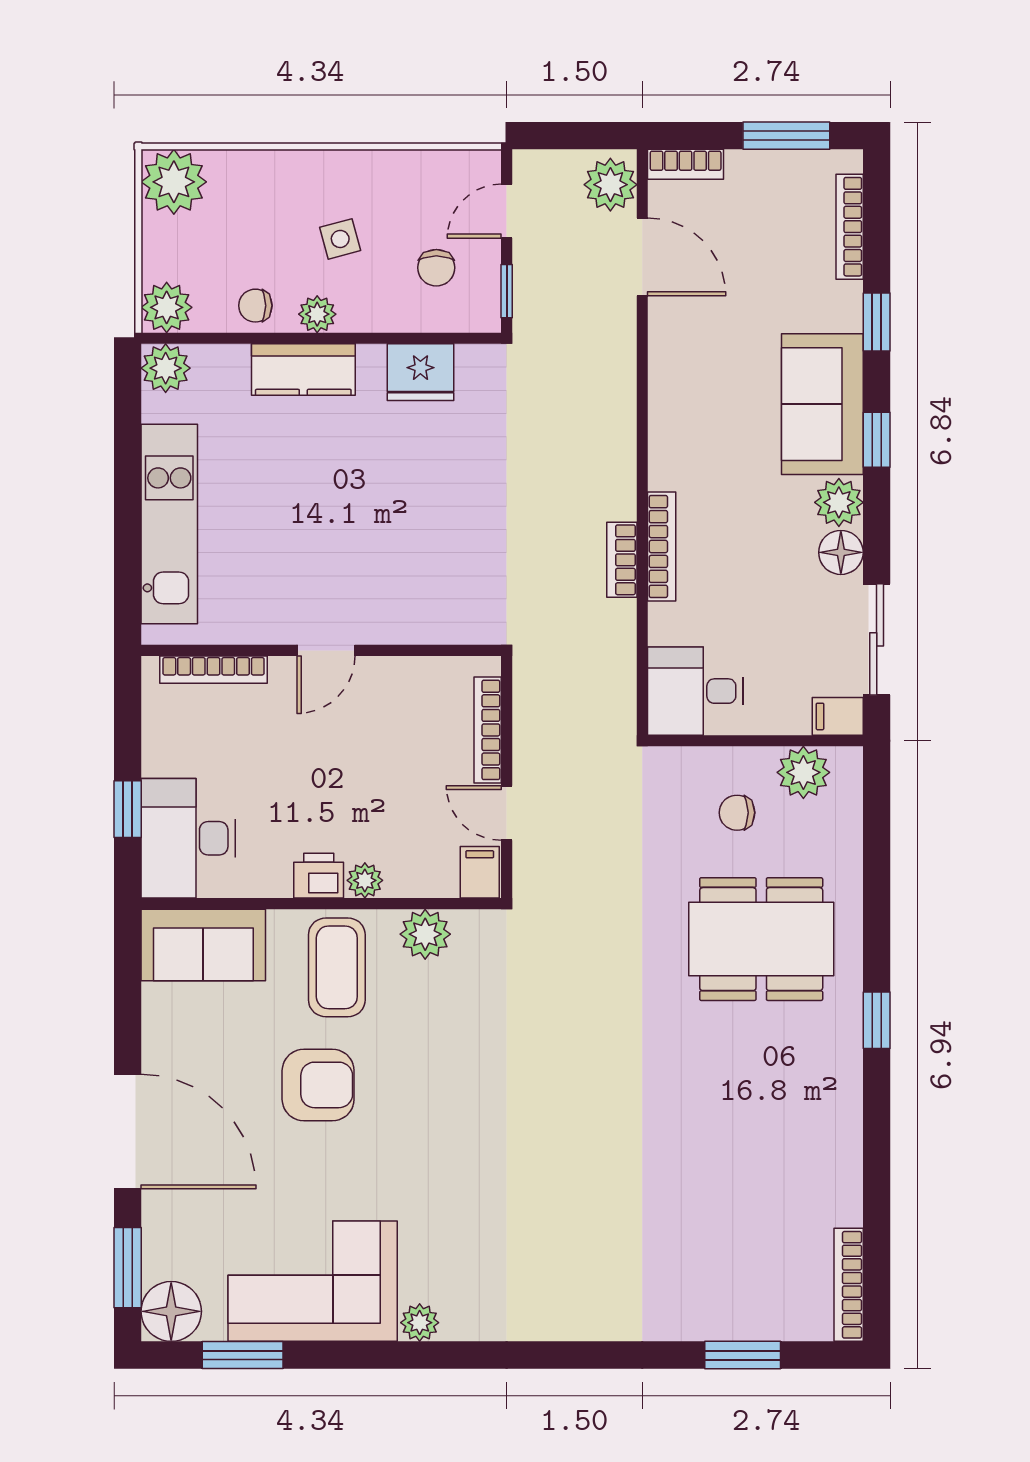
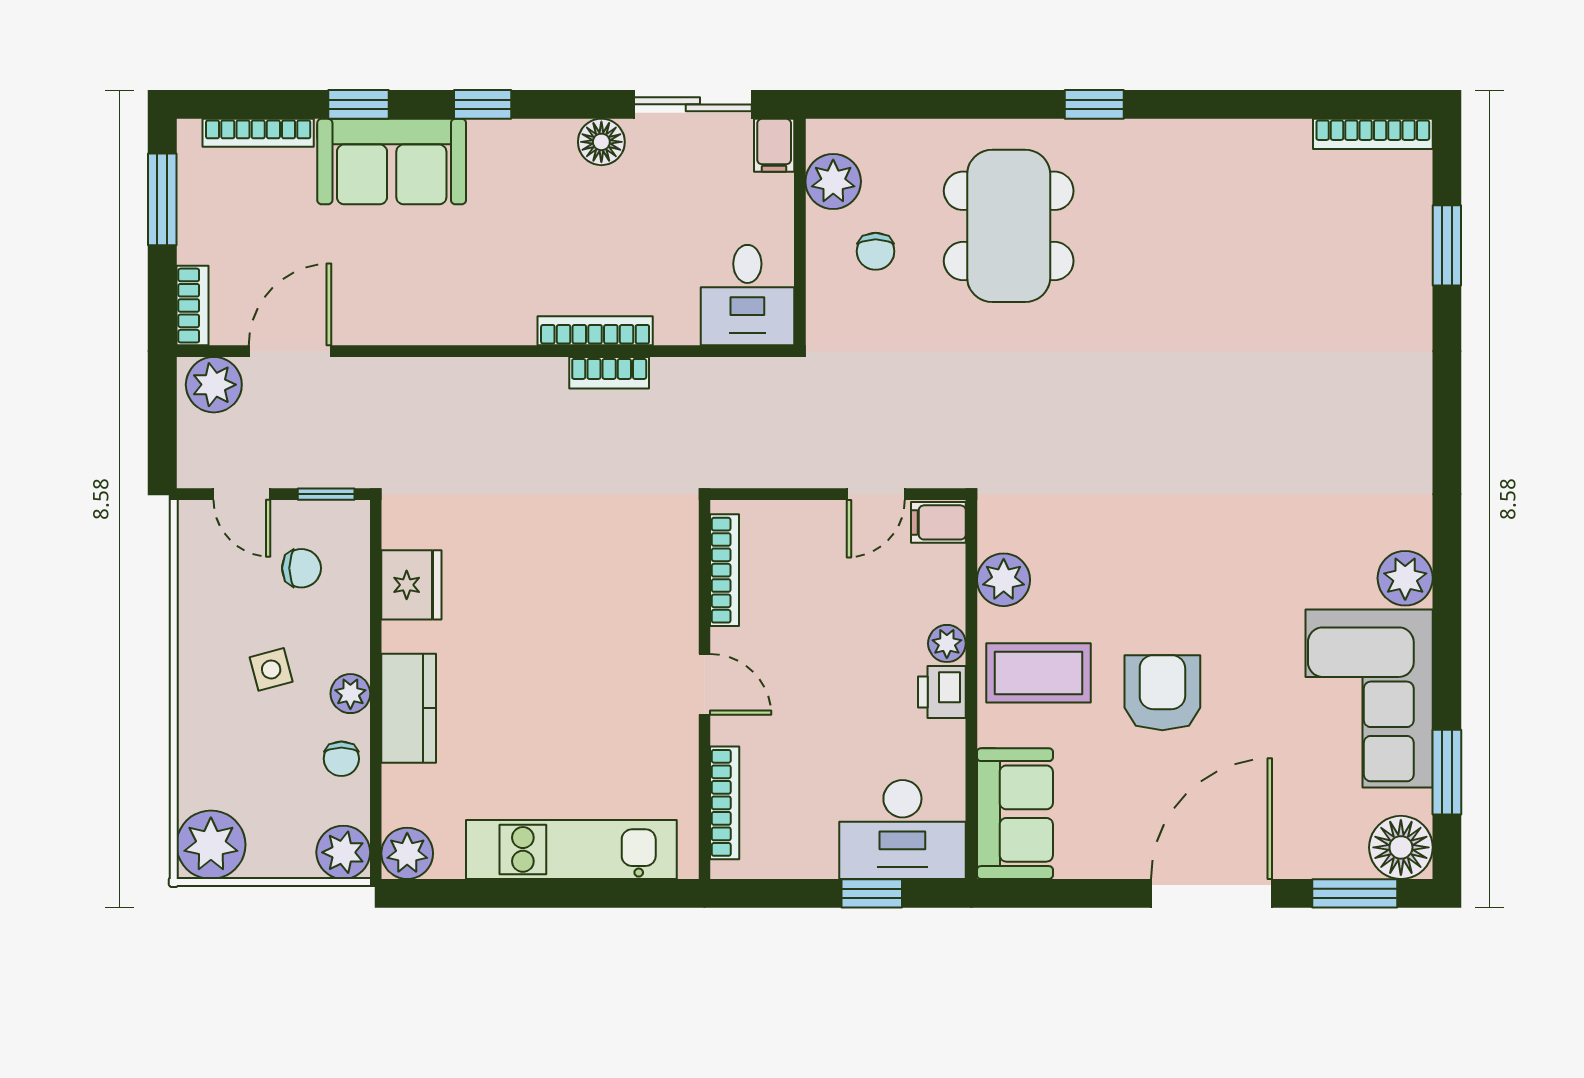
sofa: (822, 404) -> (392, 162), moved
plant: (839, 502) -> (549, 144), removed
bookcase: (488, 730) -> (725, 570), moved, turned -90
plant: (420, 1323) -> (1405, 578), width x1.38, depth x1.38

